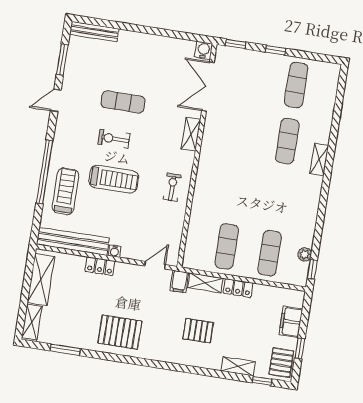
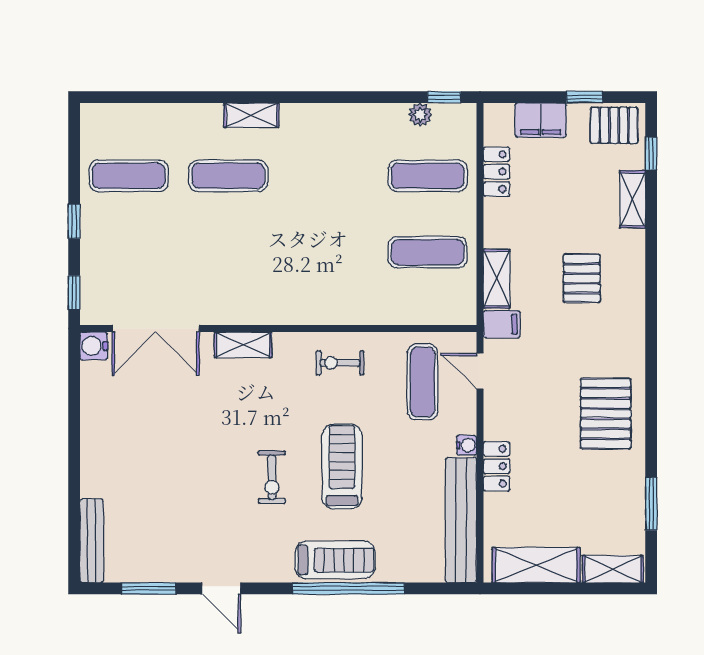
exercise mat: (123, 102) -> (423, 382), moved
treadmill: (66, 191) -> (335, 560), moved, turned 180
locker: (238, 288) -> (497, 172), moved

